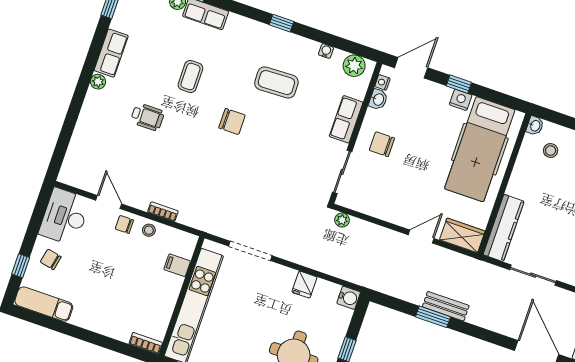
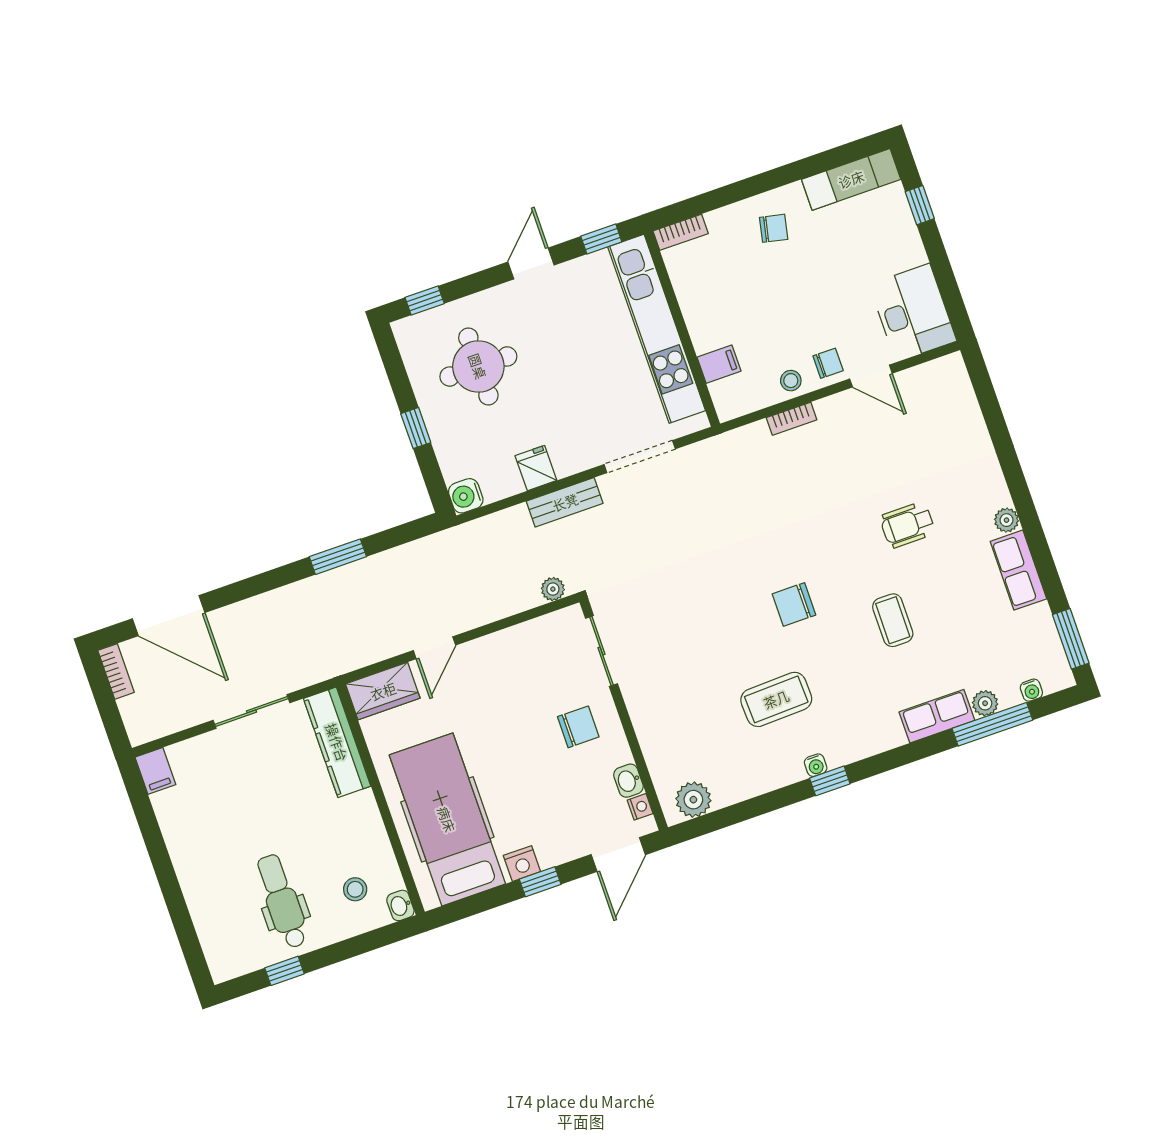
water cooler: (326, 51) -> (816, 765), moved
row of seats: (346, 119) -> (649, 723), removed
chair: (51, 259) -> (774, 228), moved
bench: (446, 306) -> (565, 502), moved

